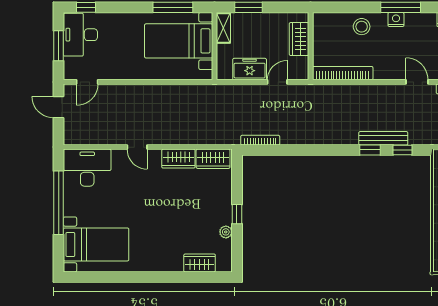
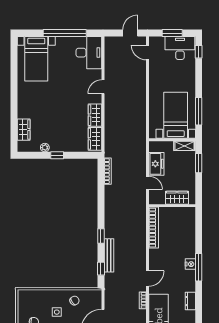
stool: (362, 27) -> (185, 241), removed
window: (370, 150) -> (101, 236), moved

